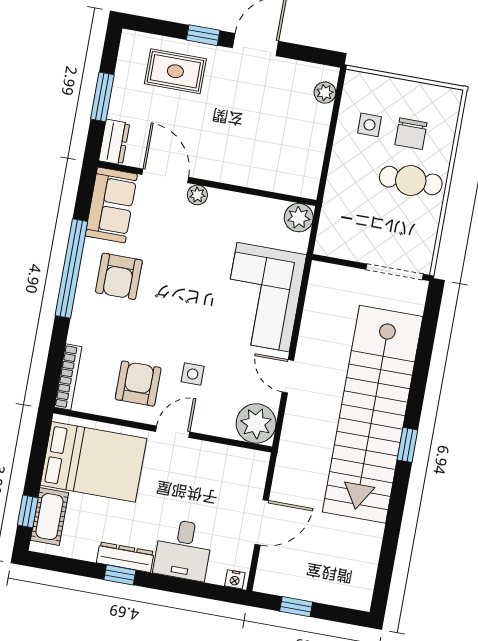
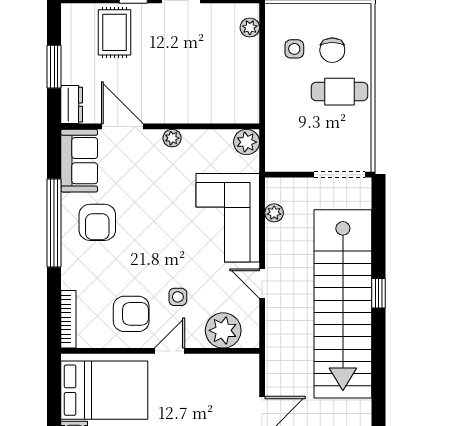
rug: (175, 71) -> (115, 32), turned 90
plant: (197, 195) -> (172, 138), moved
plant: (315, 301) -> (274, 213), added
armchair: (138, 384) -> (131, 314), turned 90
plant: (256, 423) -> (223, 330), moved
window: (407, 445) -> (379, 293), moved

